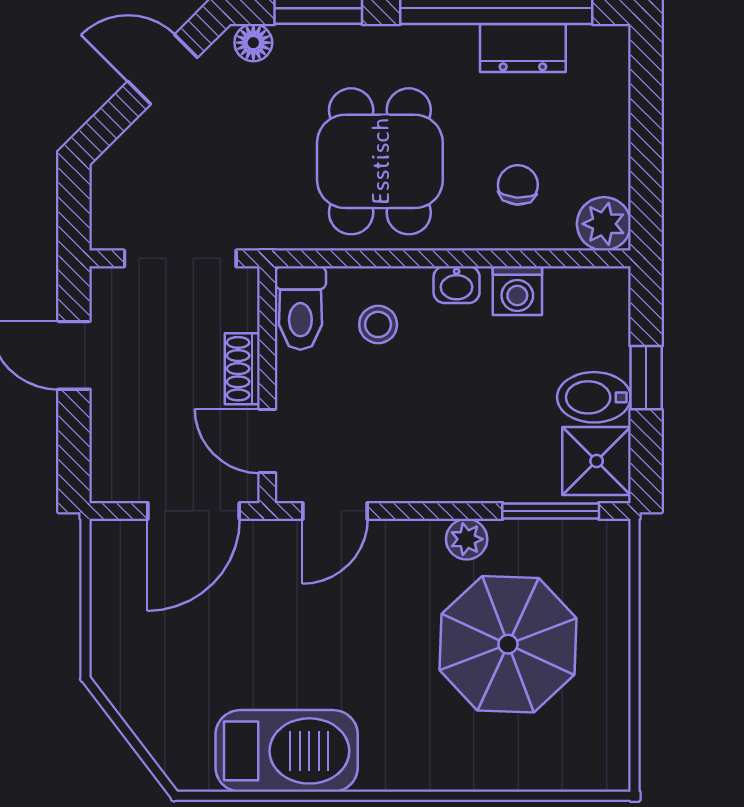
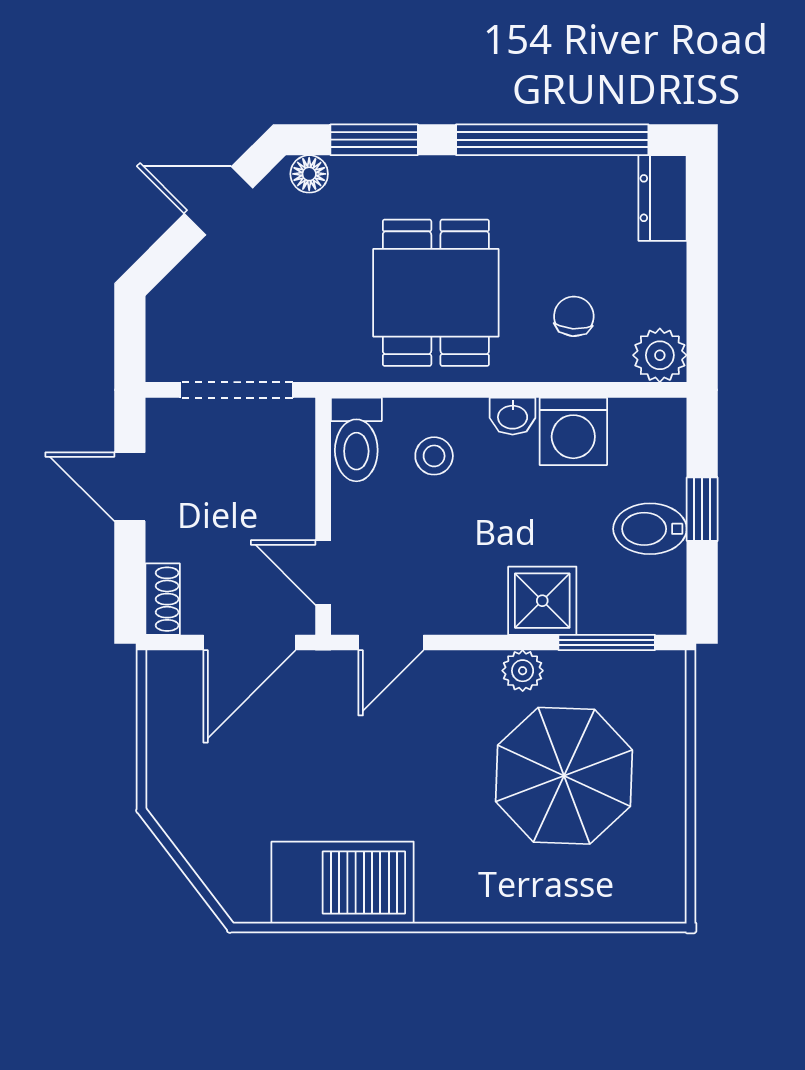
dresser: (523, 48) -> (663, 198), moved, turned 90
washing machine: (517, 291) -> (573, 431), width x1.38, depth x1.38
shoe rack: (242, 369) -> (163, 599), moved, turned 180
shower: (597, 461) -> (542, 601), moved

